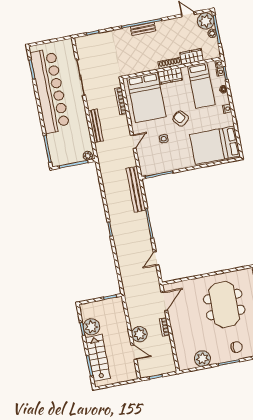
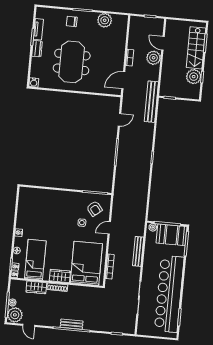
armchair: (181, 119) -> (94, 209), moved
bed: (215, 145) -> (39, 204), removed
booth: (66, 154) -> (172, 235), added
bench: (136, 189) -> (151, 102), moved

